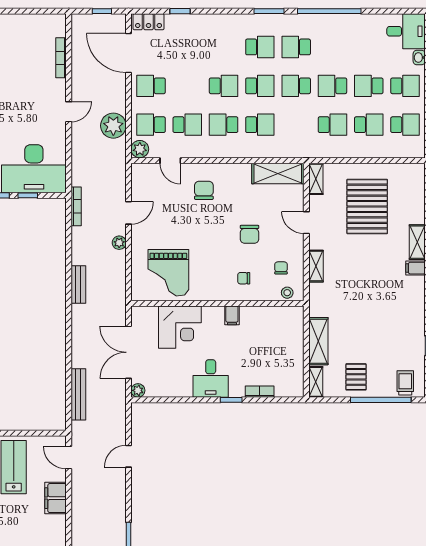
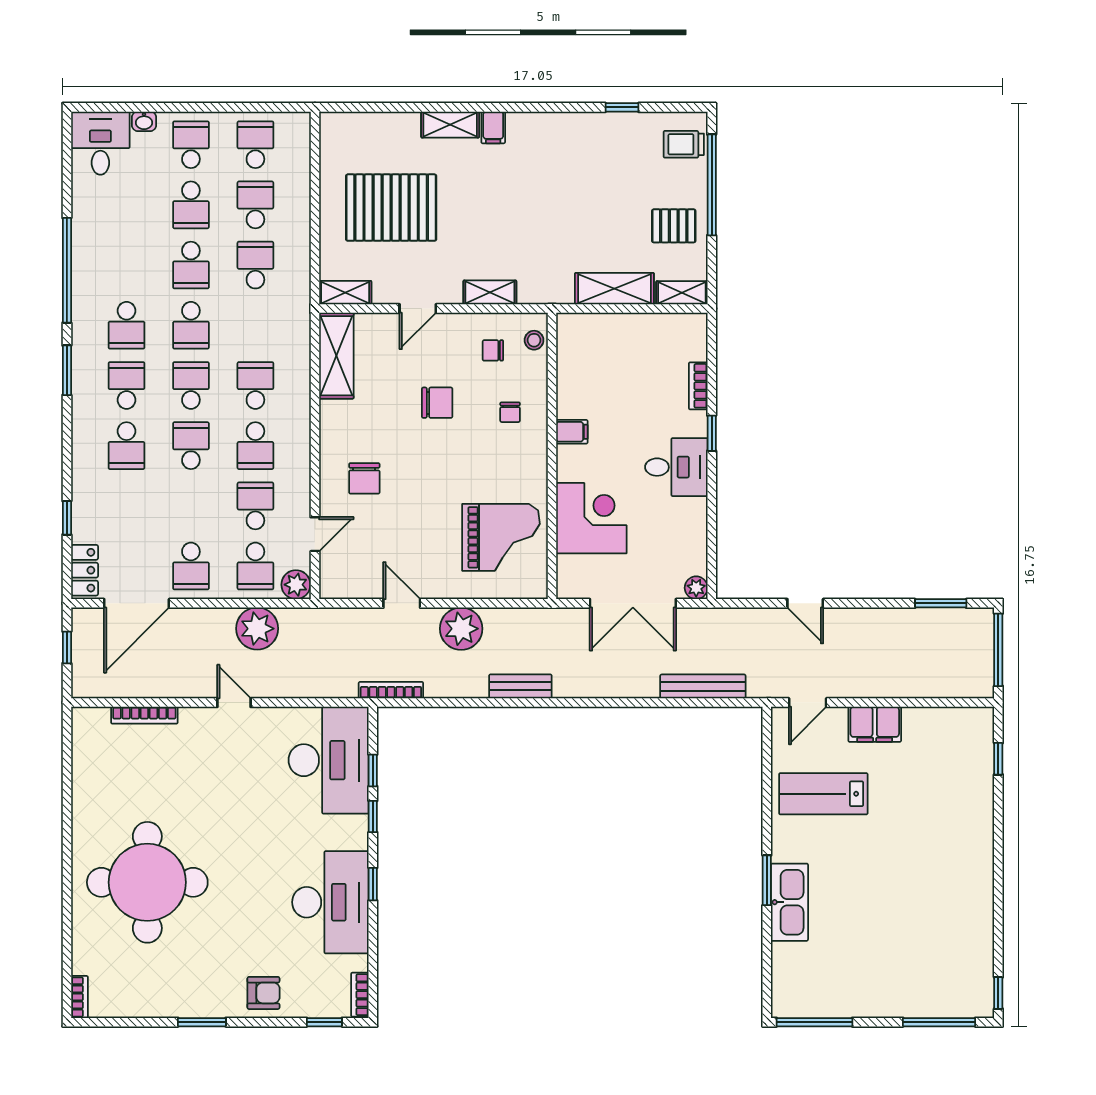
school desk: (224, 47) -> (127, 446), added
chair: (204, 190) -> (364, 478), turned -90
plant: (119, 243) -> (461, 629), width x1.87, depth x1.87

